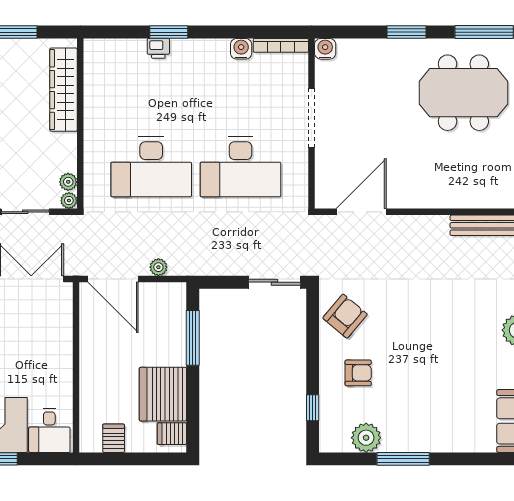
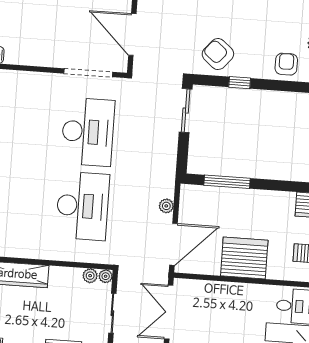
doorway: (312, 118) -> (88, 73), moved
armchair: (358, 373) -> (286, 64), moved
server rack: (163, 394) -> (244, 258), moved, turned 180
window: (313, 408) -> (240, 83), moved

